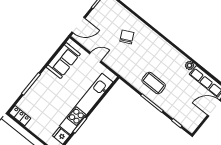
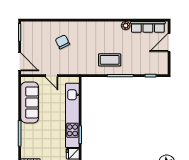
door: (78, 25) -> (20, 62), hinge flipped
door: (95, 57) -> (51, 76), swing flipped
sofa: (63, 61) -> (30, 102), width x1.36

